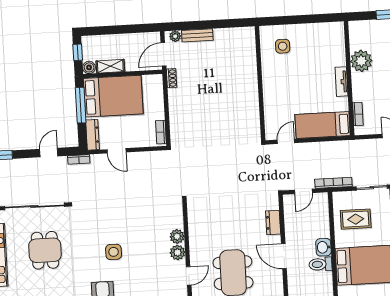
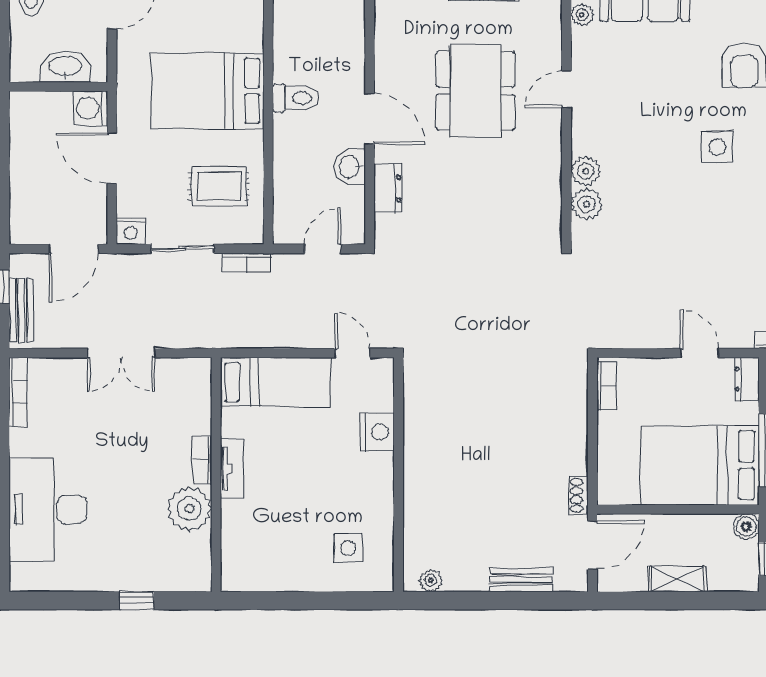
plant: (175, 36) -> (431, 580), moved
shelving: (110, 66) -> (677, 579), moved
nightstand: (272, 104) -> (377, 432), added
bookcase: (358, 114) -> (202, 460), moved
dresser: (92, 135) -> (747, 379), width x0.70
door: (286, 141) -> (352, 353), swing flipped
bookcase: (333, 183) -> (246, 263), width x0.64
washbasin: (323, 247) -> (350, 167), moved, turned 180
plant: (178, 252) -> (587, 204), moved

